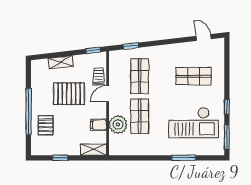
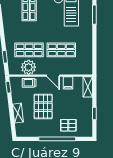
door: (108, 94) -> (53, 76), moved
plant: (118, 124) -> (29, 67), moved

